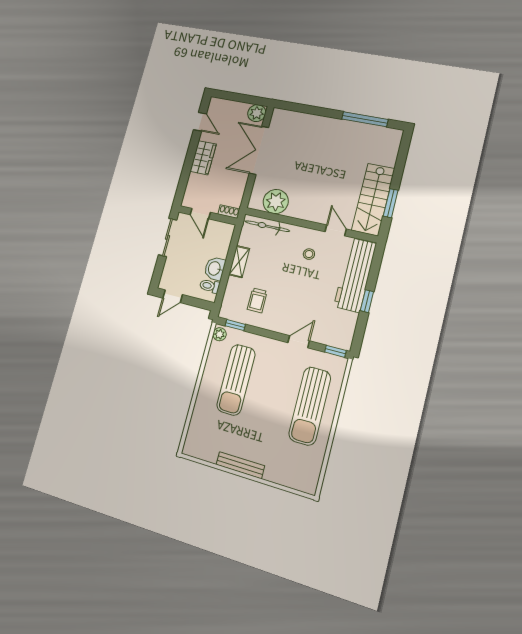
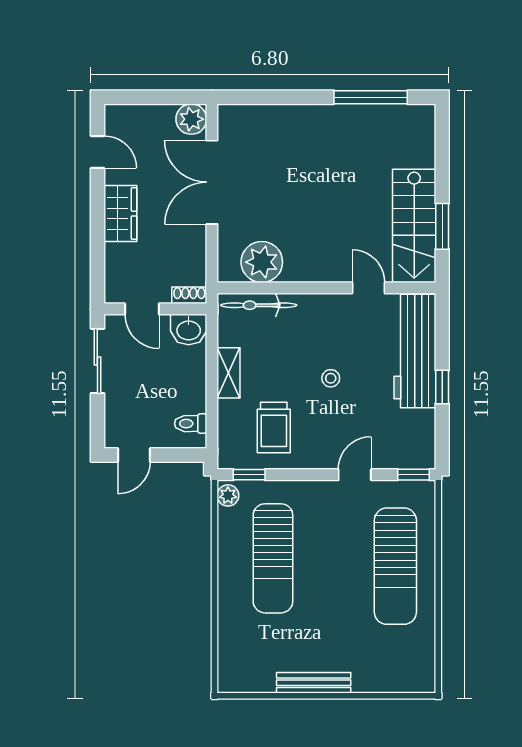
stool: (309, 254) -> (331, 378), moved
washbasin: (215, 269) -> (189, 330), moved, turned -90
trolley: (257, 300) -> (274, 427), width x1.36, depth x1.39

